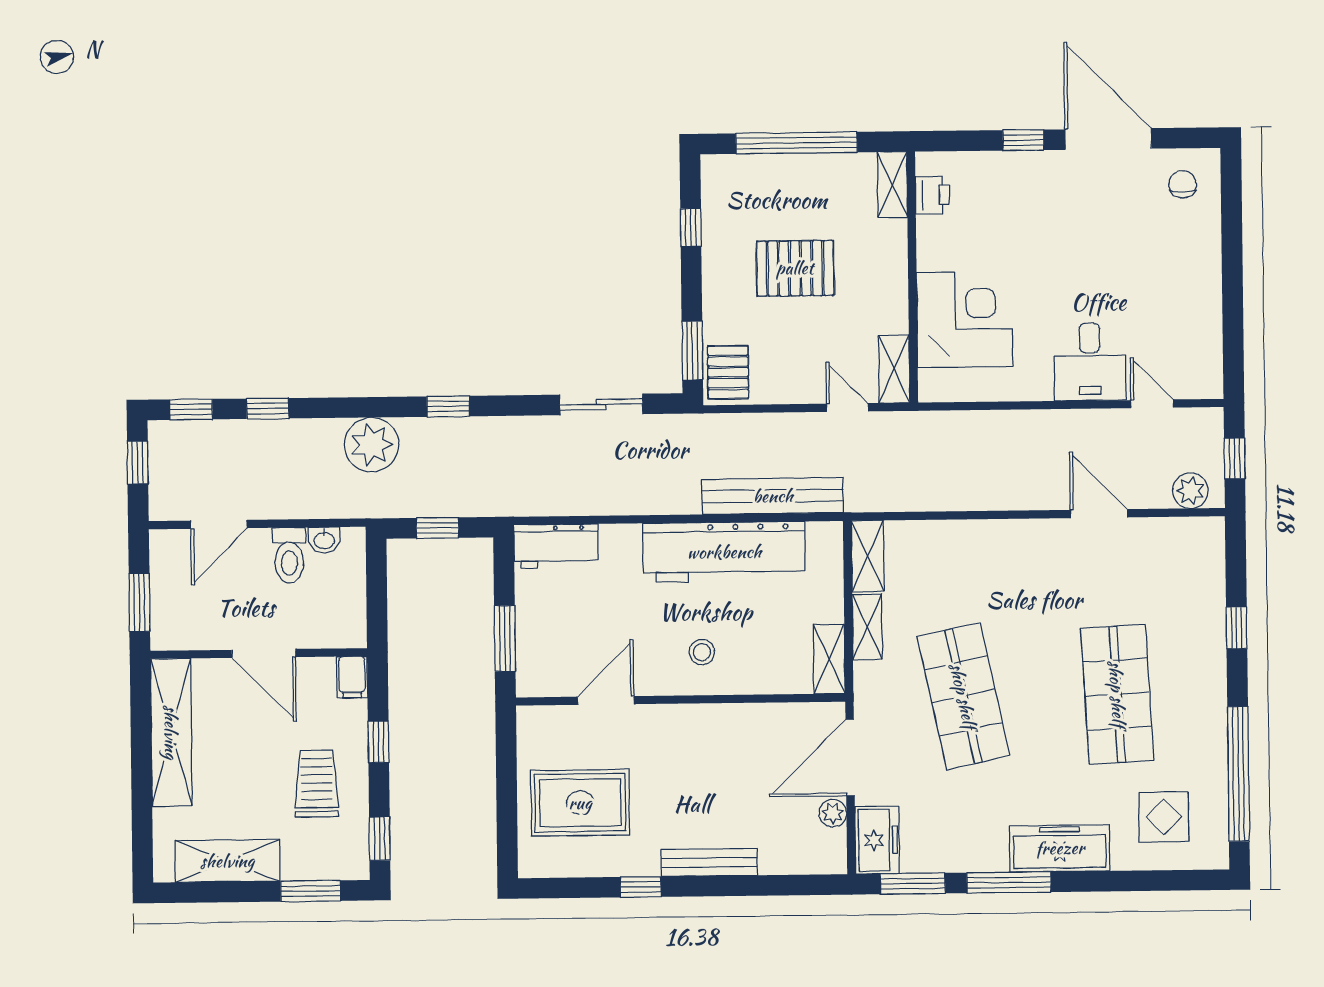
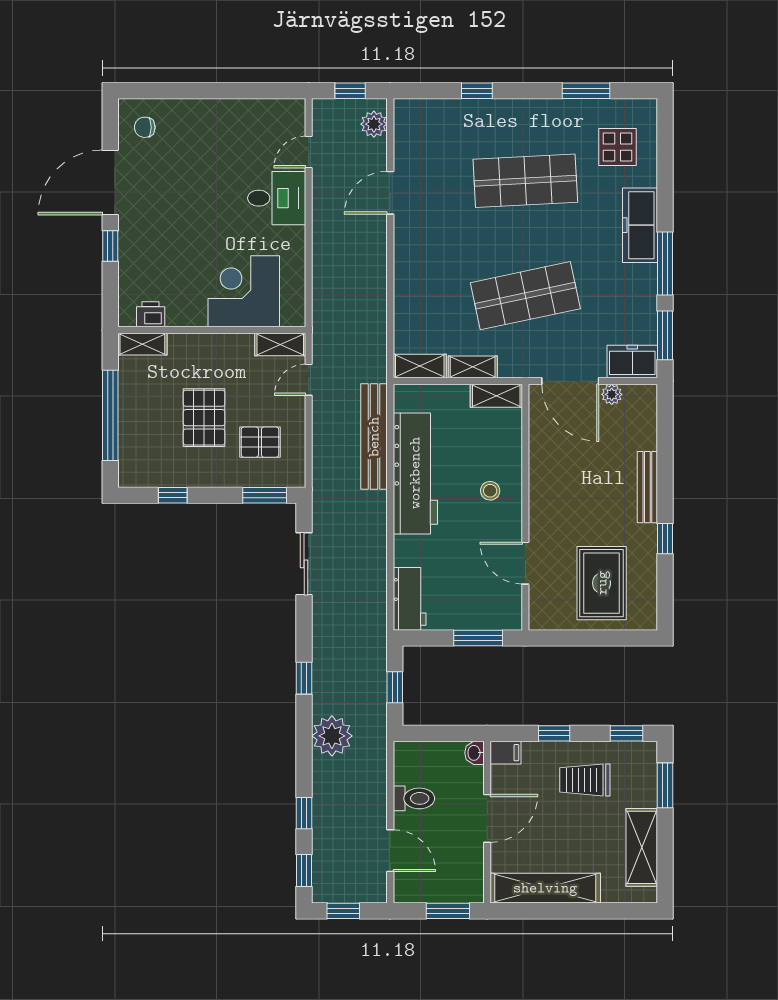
pallet: (728, 372) -> (260, 442), moved
washbasin: (324, 540) -> (474, 753), moved, turned 180
window: (1238, 774) -> (586, 91), width x0.47

